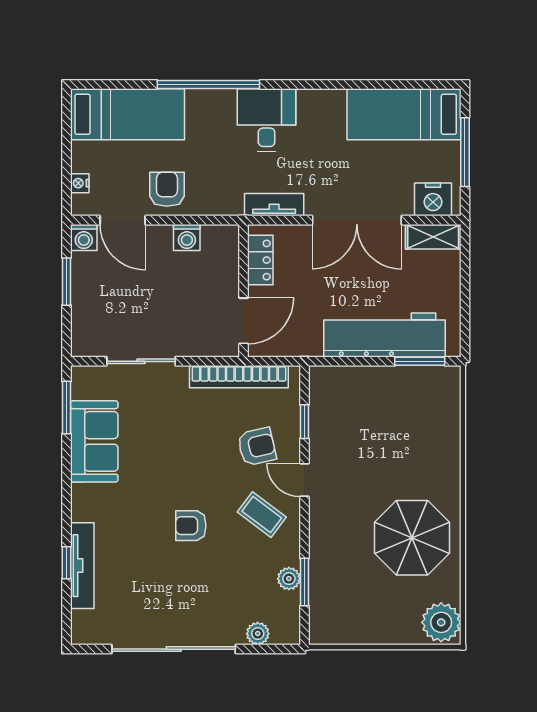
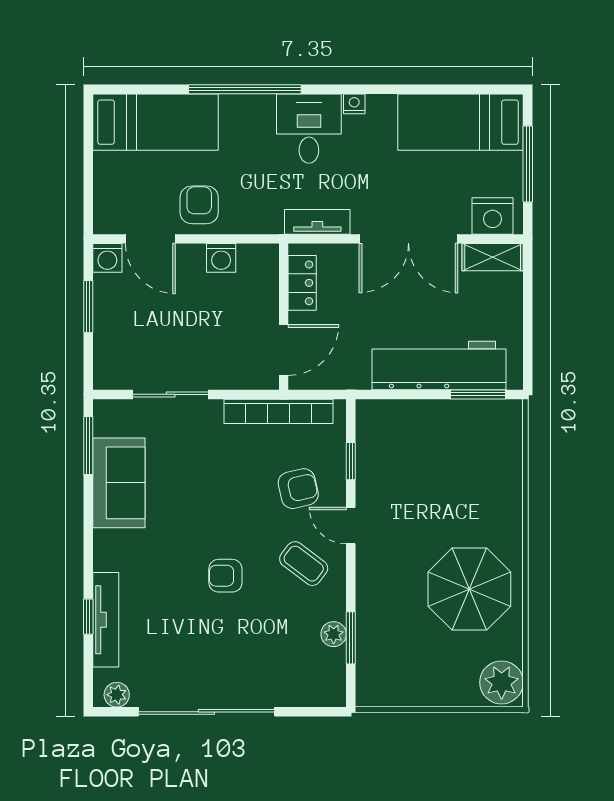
nightstand: (80, 183) -> (354, 104), moved, turned 90
plant: (258, 634) -> (117, 695), moved

